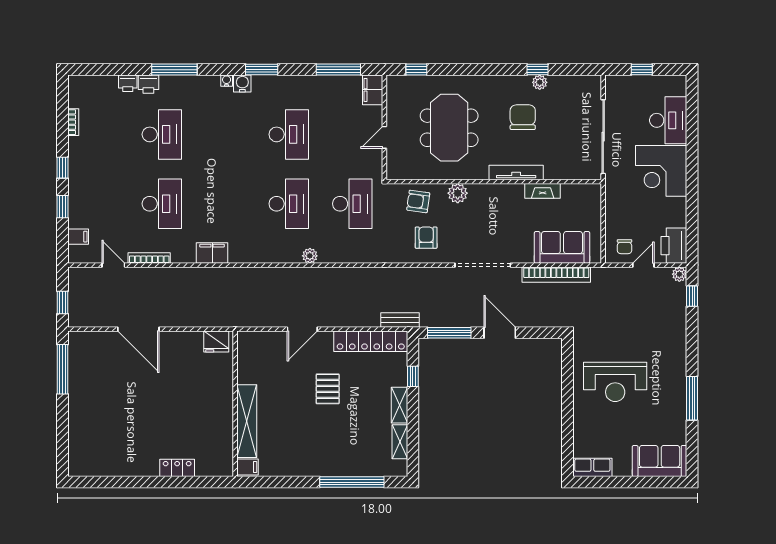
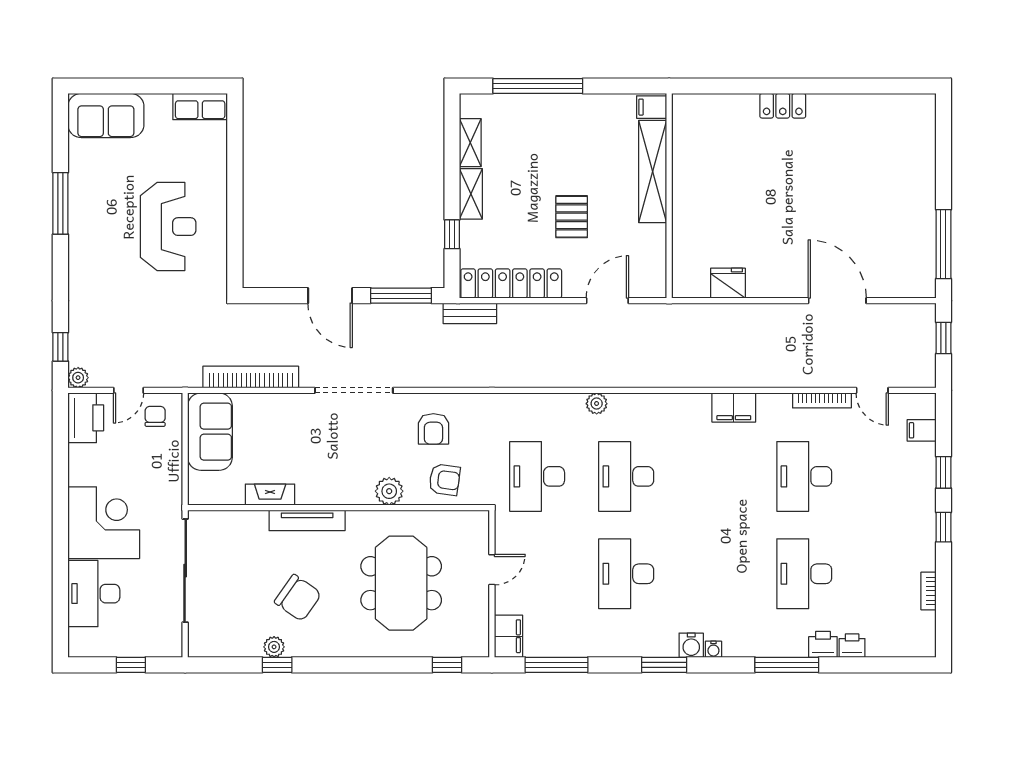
chair: (523, 117) -> (298, 598), turned -55
sofa: (562, 247) -> (210, 432), moved, turned -90
reception desk: (615, 382) -> (168, 227), turned 90
wall: (235, 404) -> (669, 196), moved
shelving: (247, 421) -> (653, 172), moved
filing cabinet: (248, 467) -> (652, 107), moved

